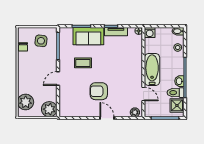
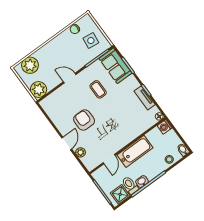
sofa: (88, 36) -> (115, 66), moved
plant: (135, 112) -> (81, 152), moved

